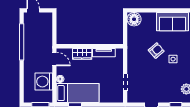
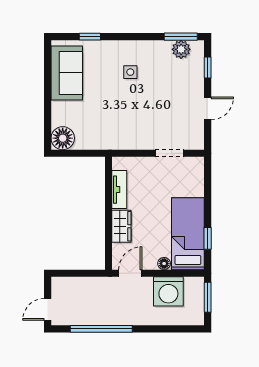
armchair: (156, 51) -> (116, 101), removed

